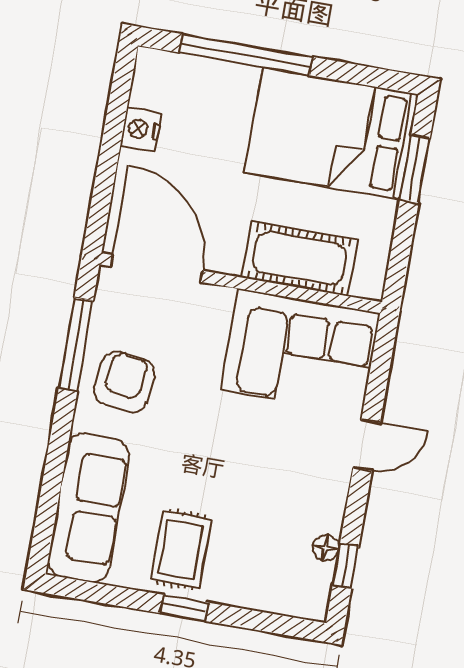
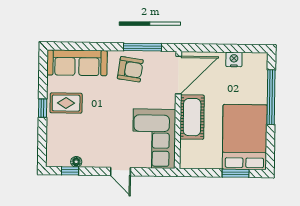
cot: (299, 259) -> (192, 117), moved

